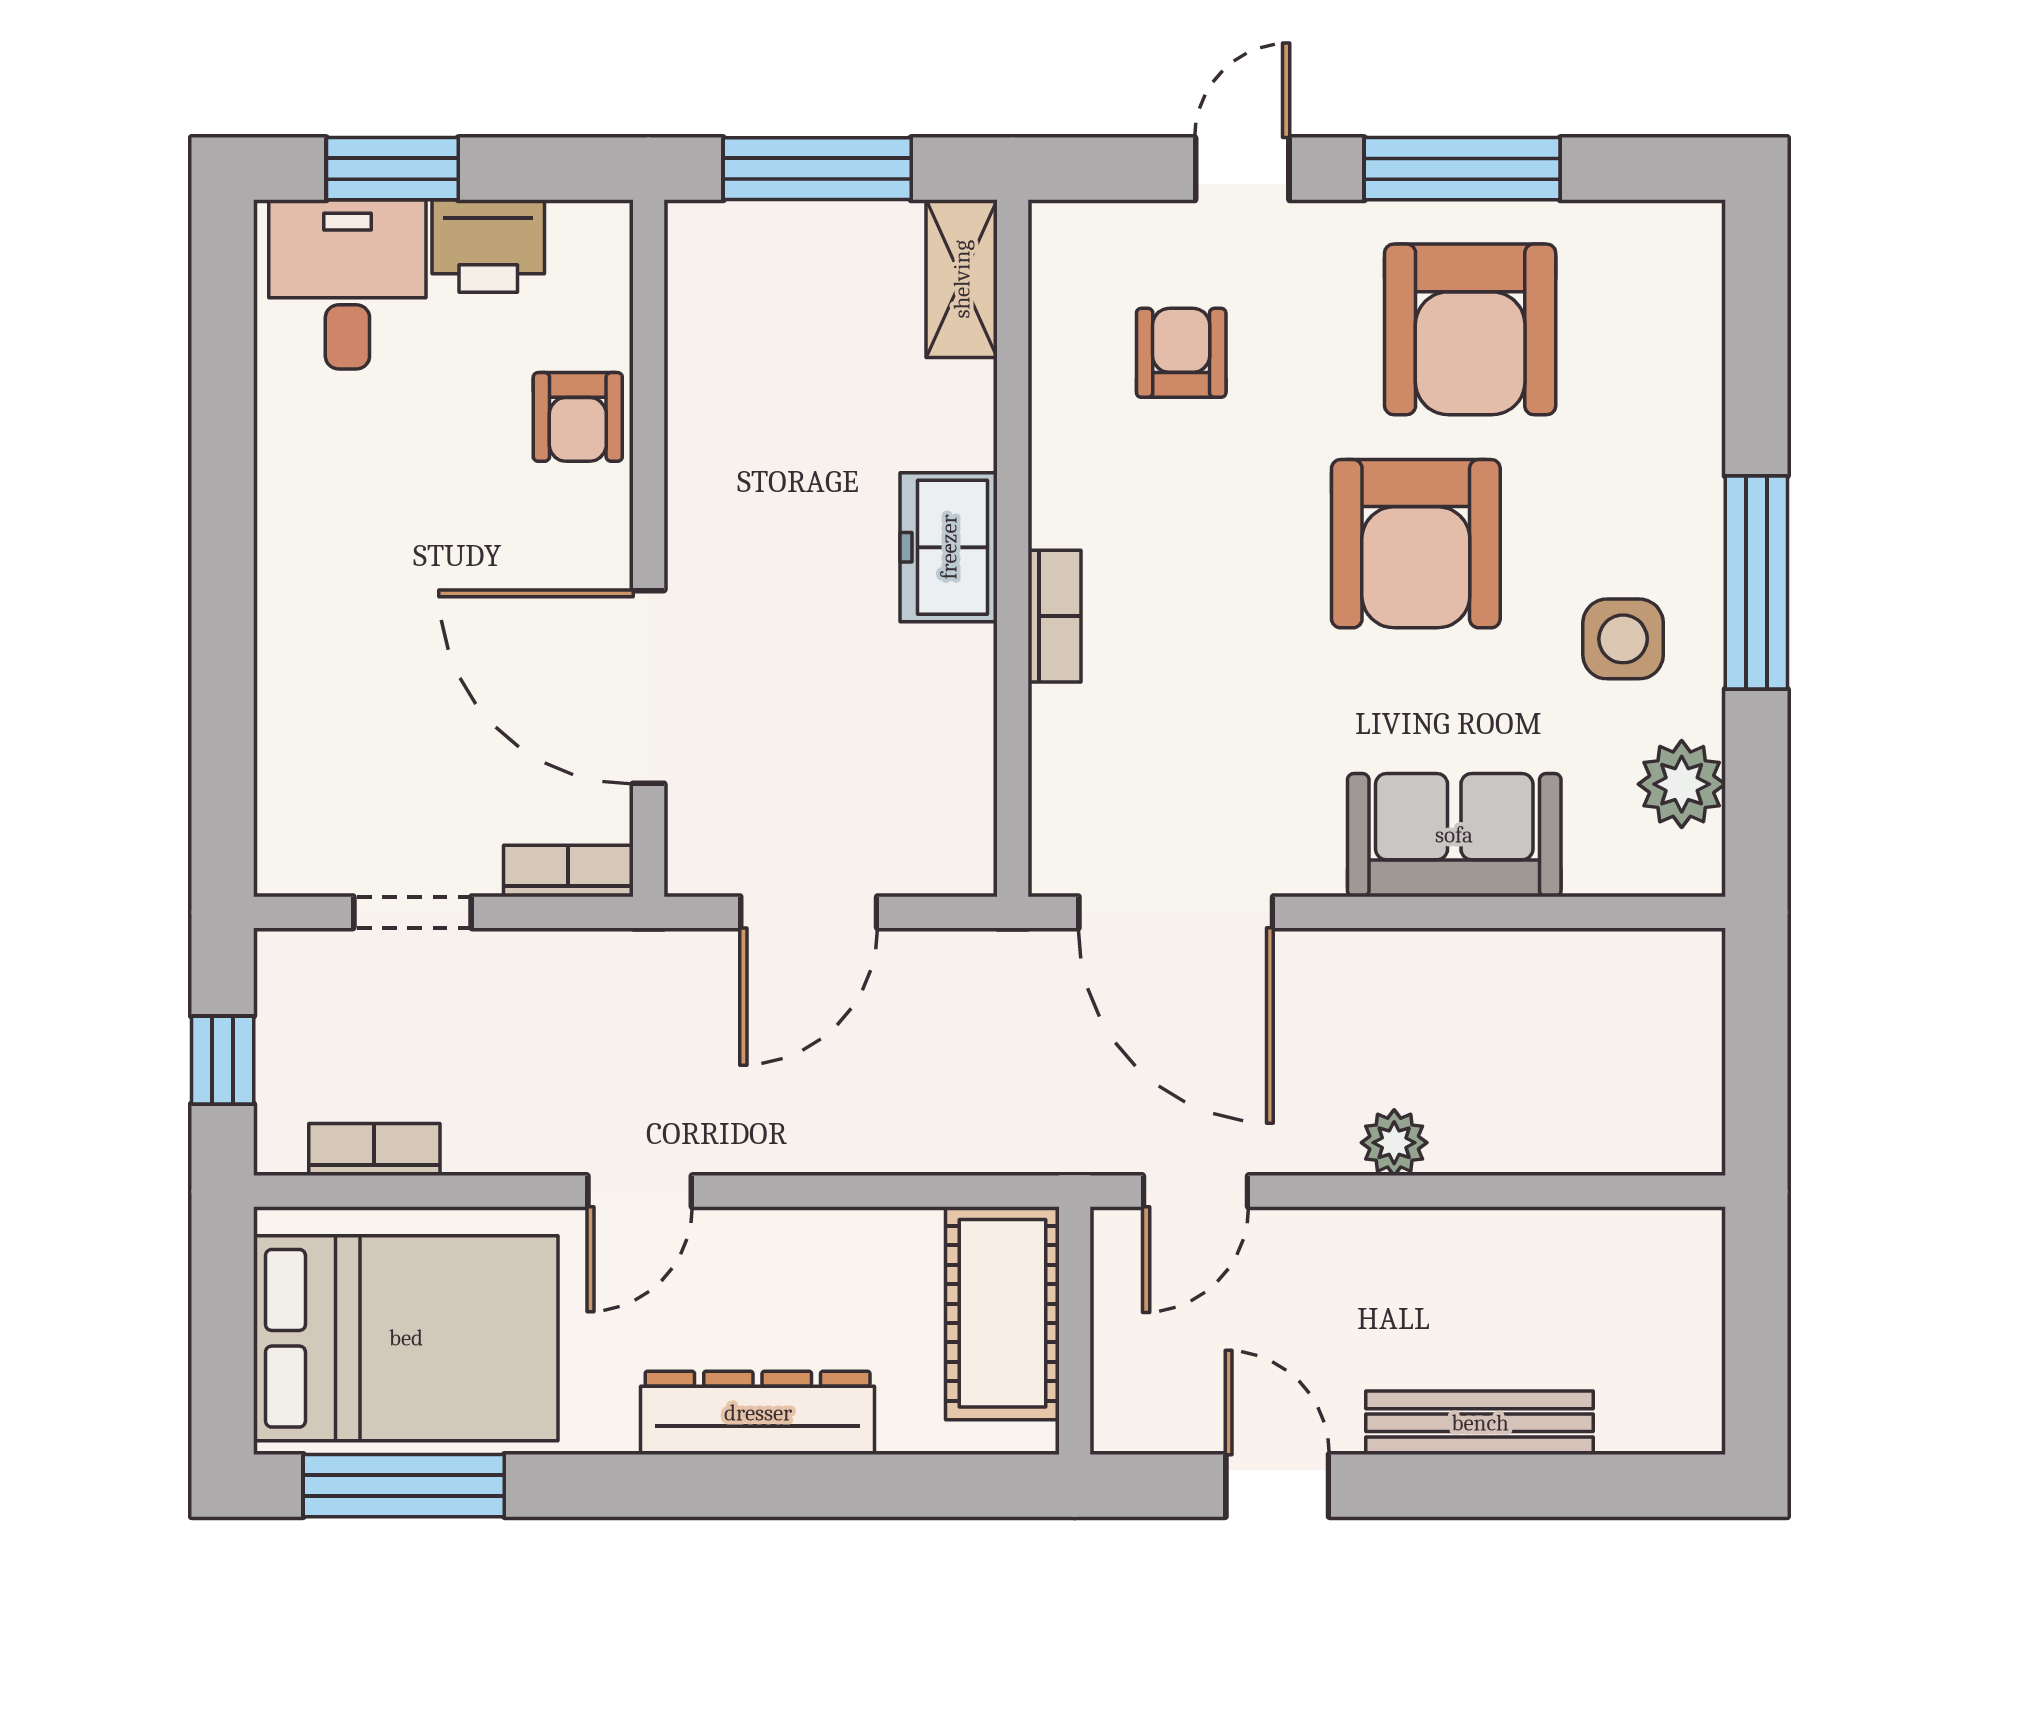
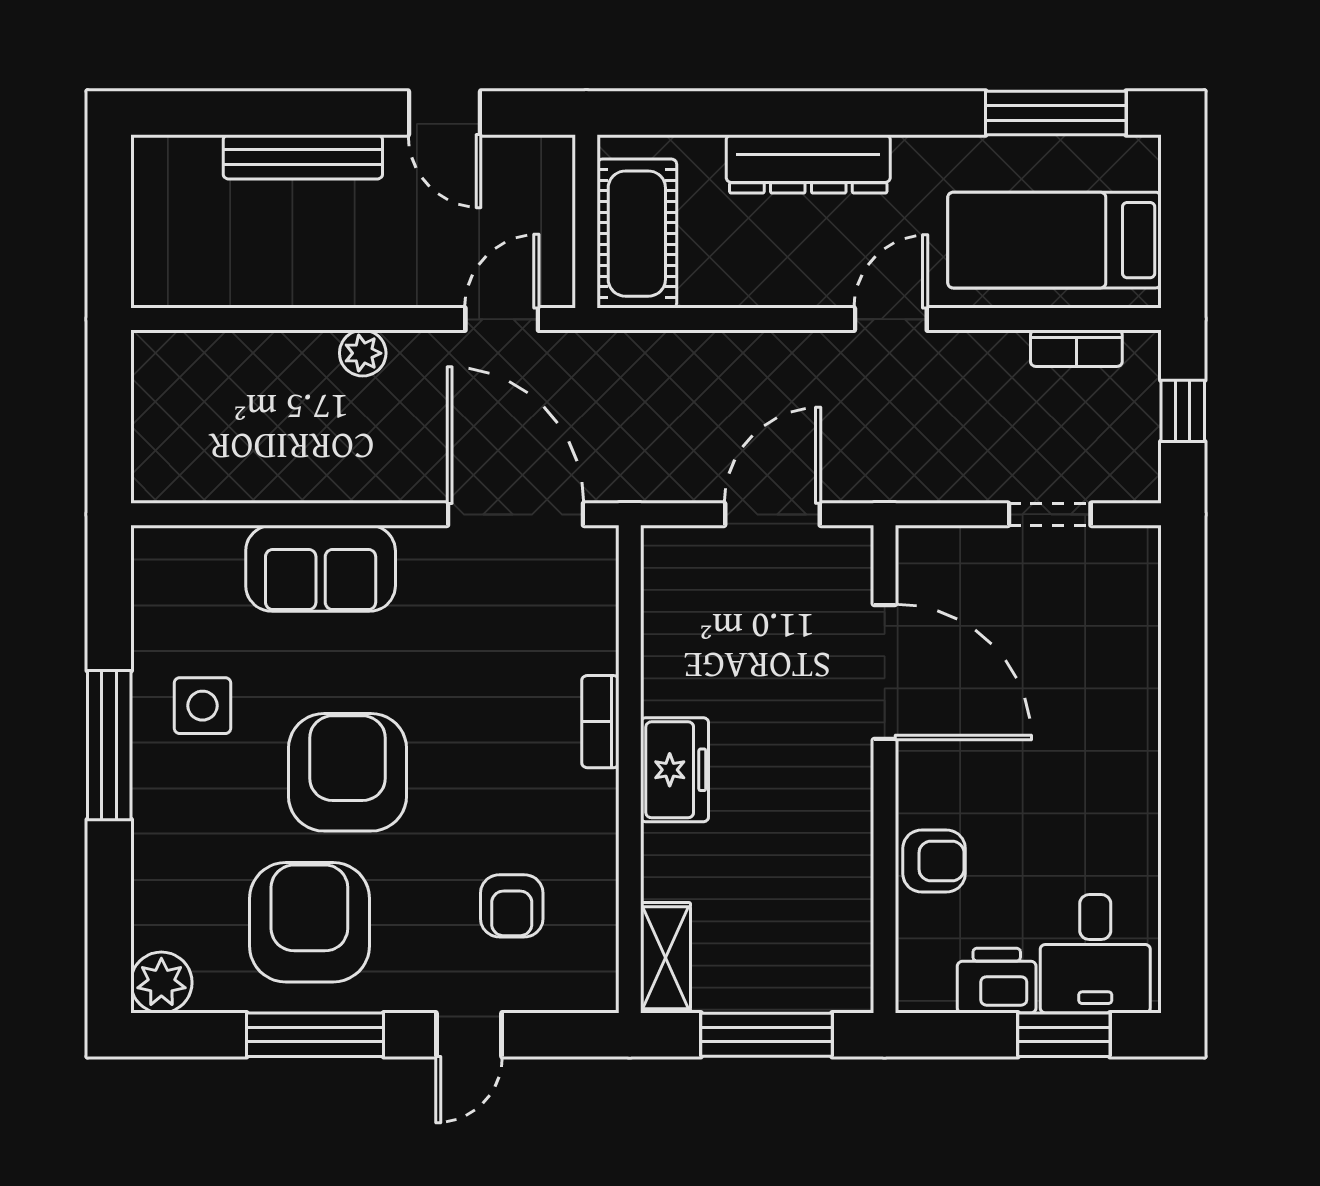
armchair: (578, 417) -> (934, 861), turned 90
plant: (1682, 784) -> (161, 983), moved
bookcase: (568, 871) -> (941, 543), removed
bed: (406, 1338) -> (1055, 240), width x0.67

